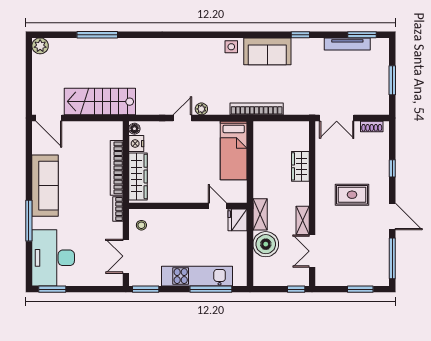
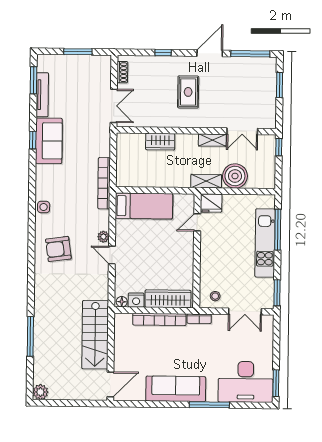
sofa: (267, 51) -> (49, 141), moved
armchair: (188, 63) -> (58, 249), added

